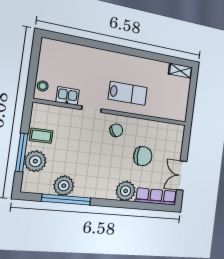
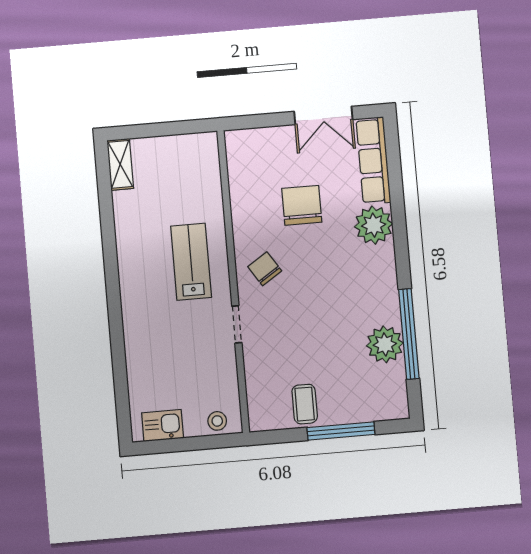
kitchen sink: (68, 96) -> (163, 425), moved, turned 90
plant: (35, 161) -> (351, 404), removed

